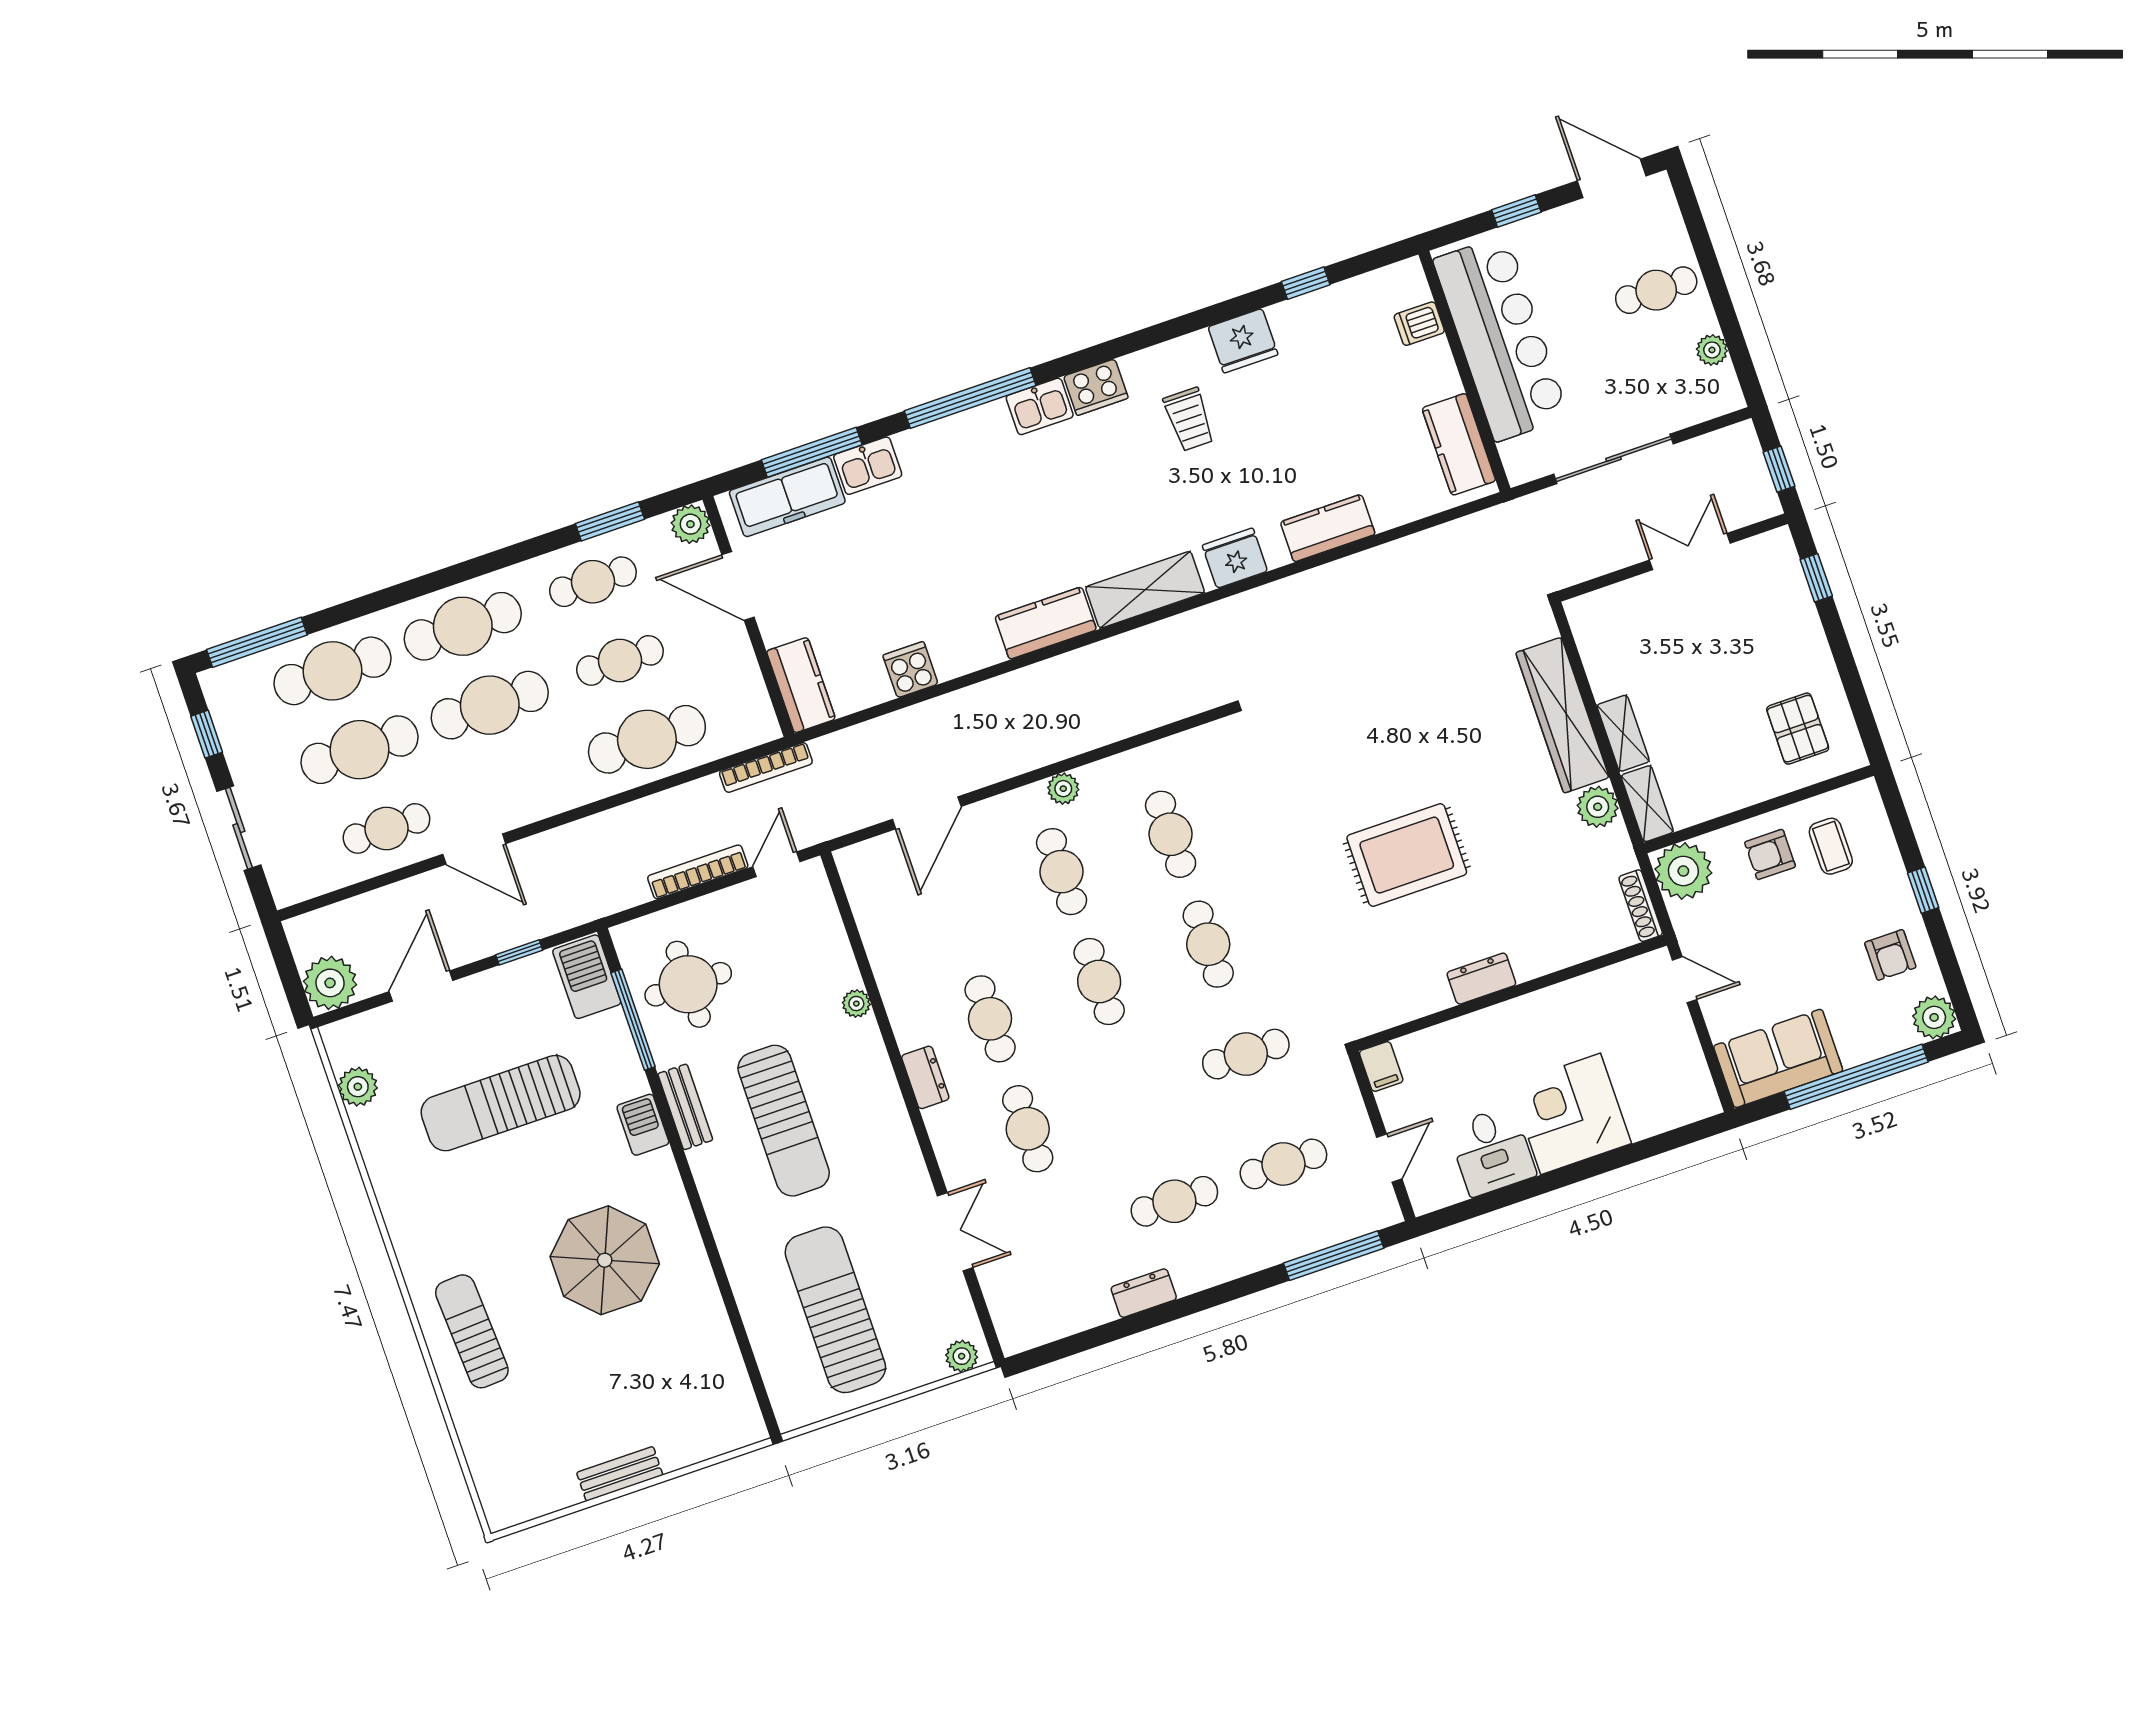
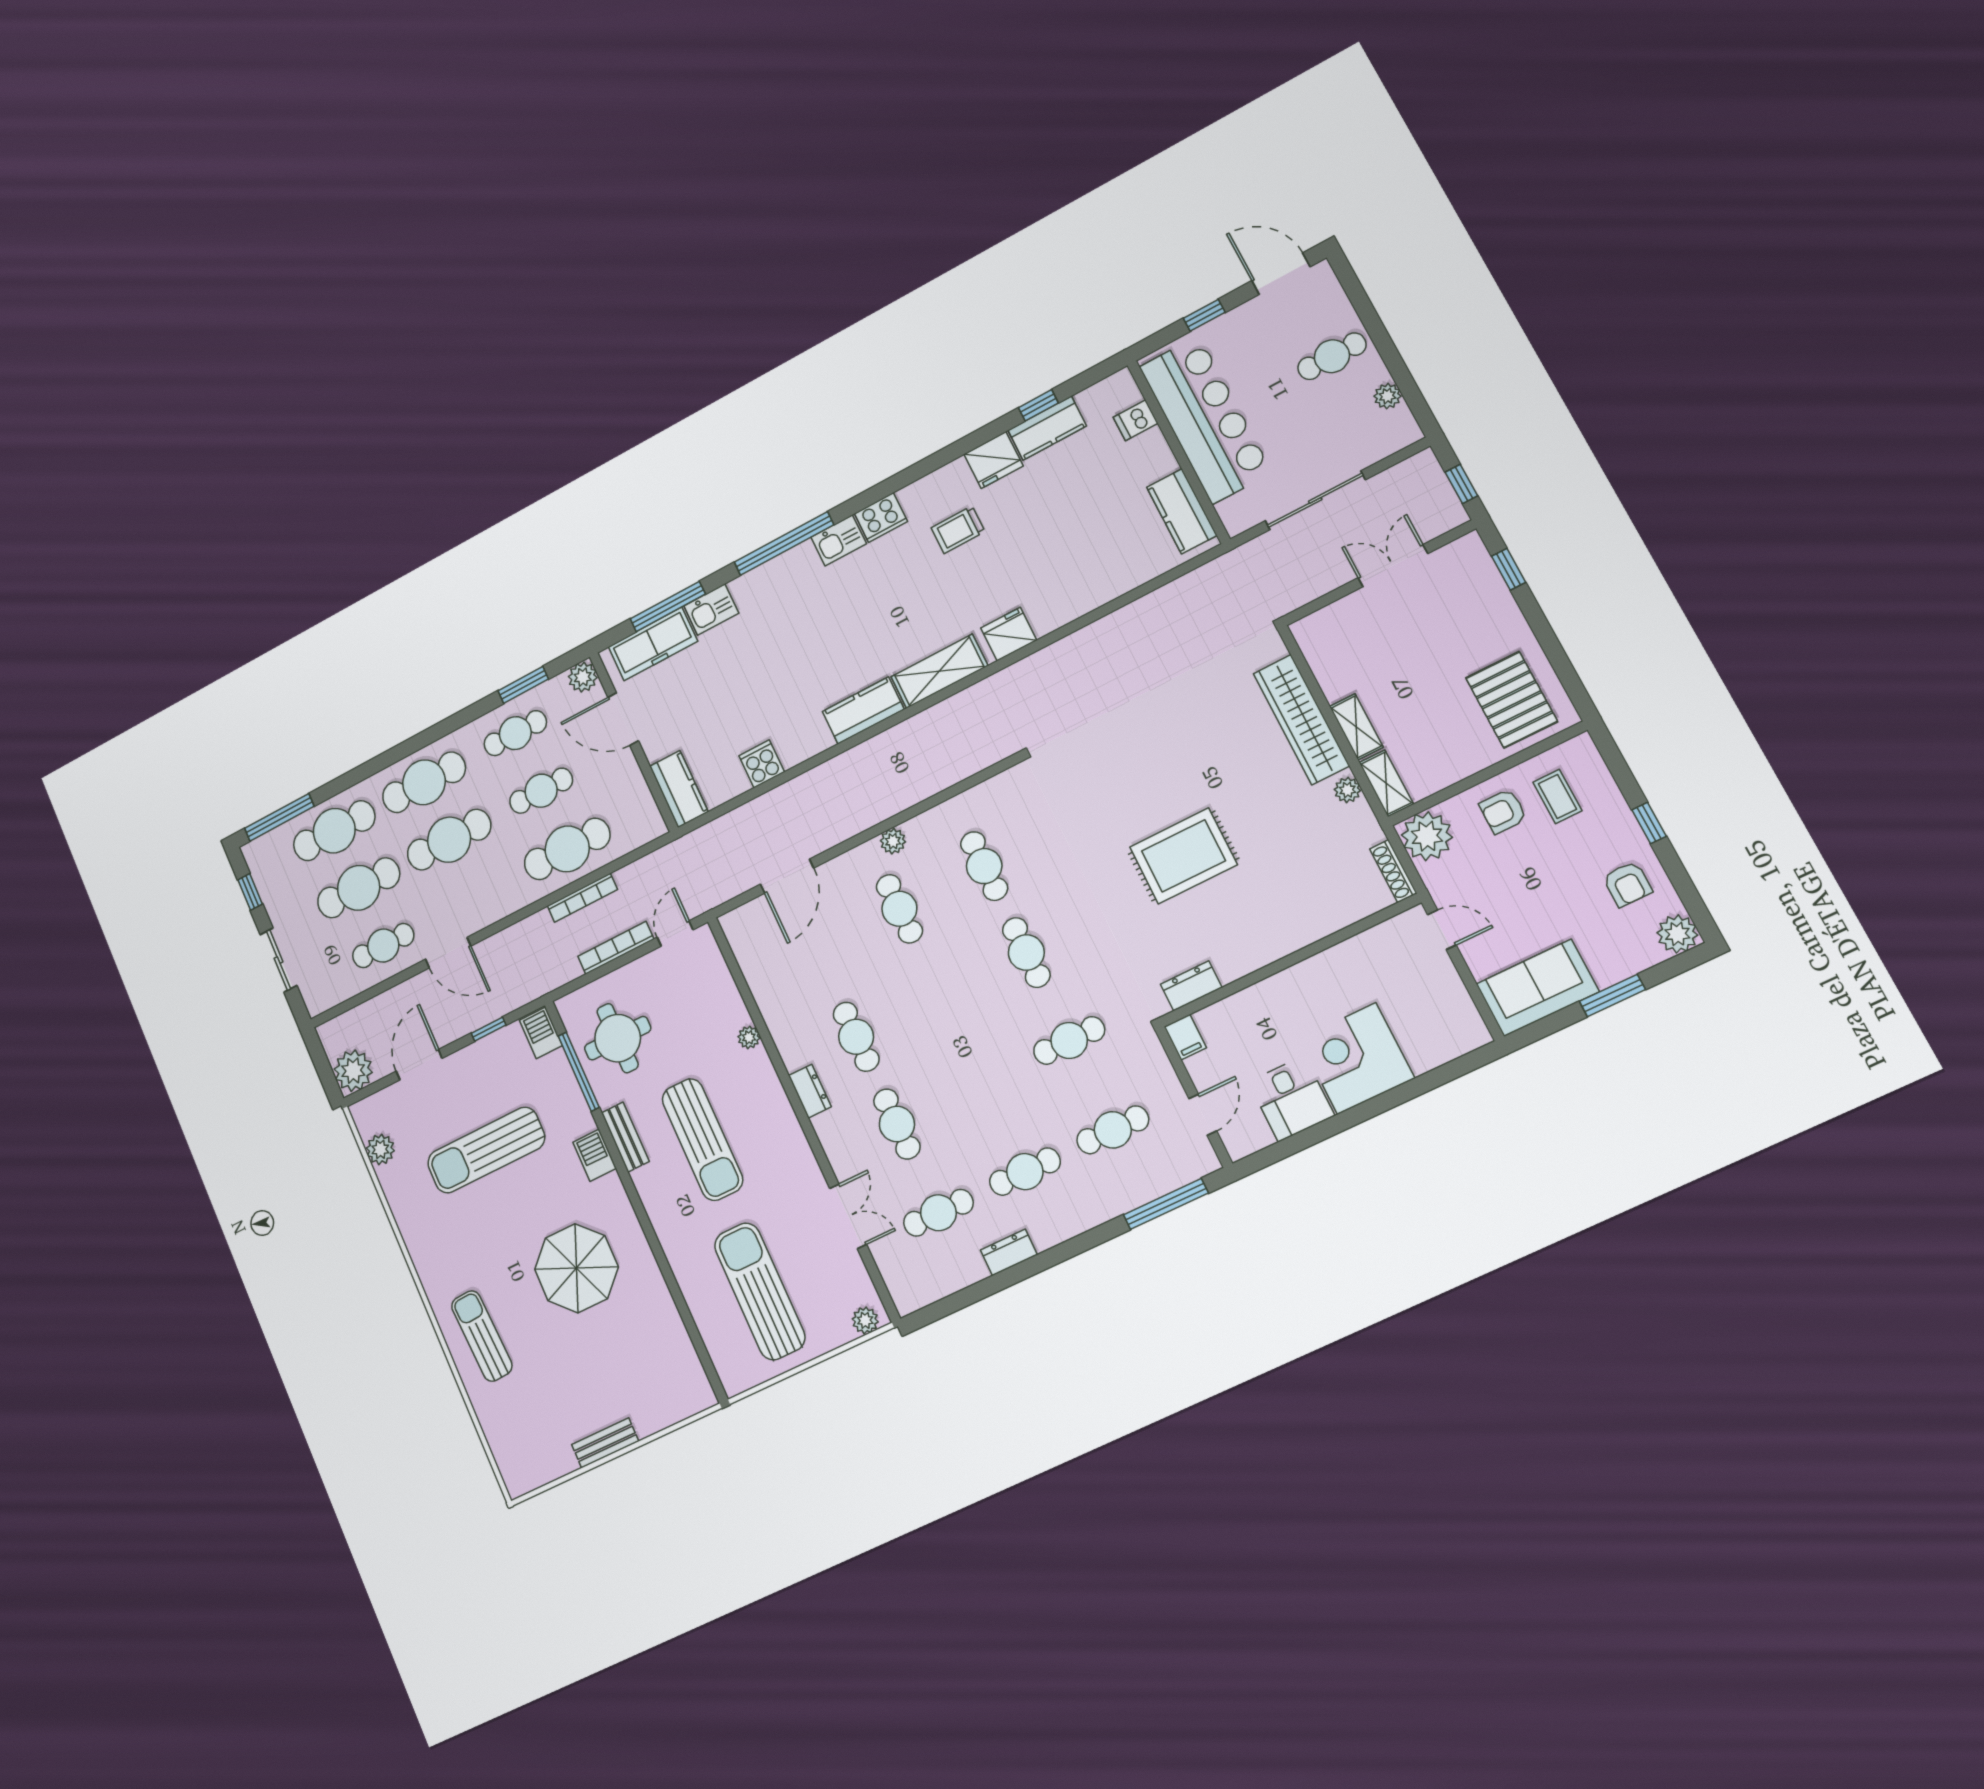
trolley: (1189, 419) -> (958, 530), turned 90
kitchen counter: (1328, 528) -> (1047, 428), moved, turned 180
pallet: (1798, 729) -> (1512, 700), width x1.50, depth x1.42
bookcase: (766, 768) -> (582, 898), moved
plant: (1598, 807) -> (1347, 790), width x0.73, depth x0.73
barbecue: (587, 977) -> (541, 1033), width x0.73, depth x0.79
dresser: (1481, 979) -> (1191, 986), moved
cafe table: (1099, 981) -> (938, 1213), moved, turned 90
window: (1856, 1077) -> (1612, 995), width x0.47

